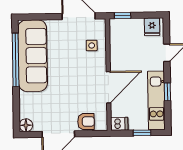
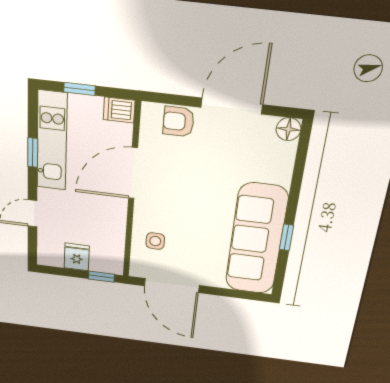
fridge: (152, 27) -> (77, 257), moved
window: (16, 60) -> (287, 237), width x0.32

